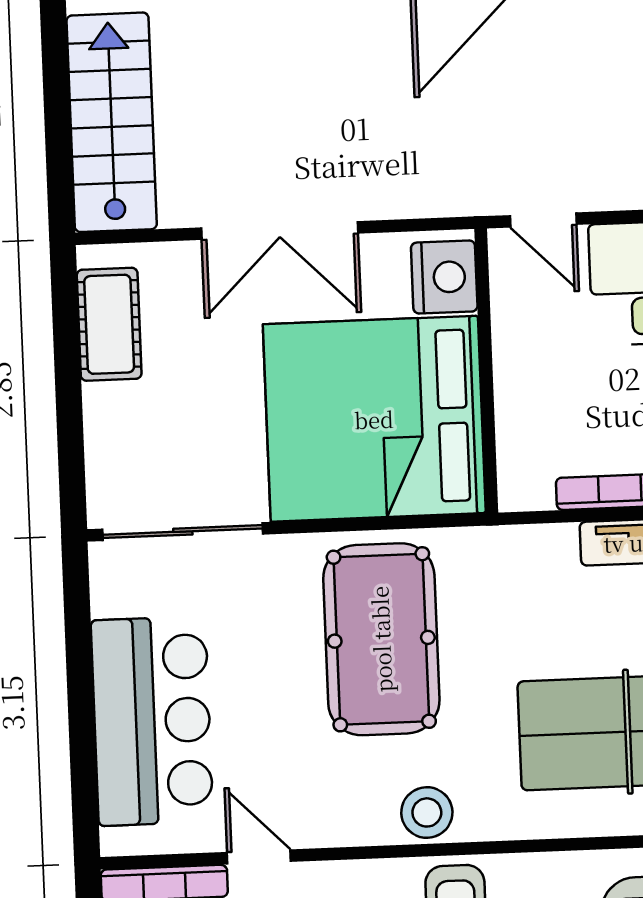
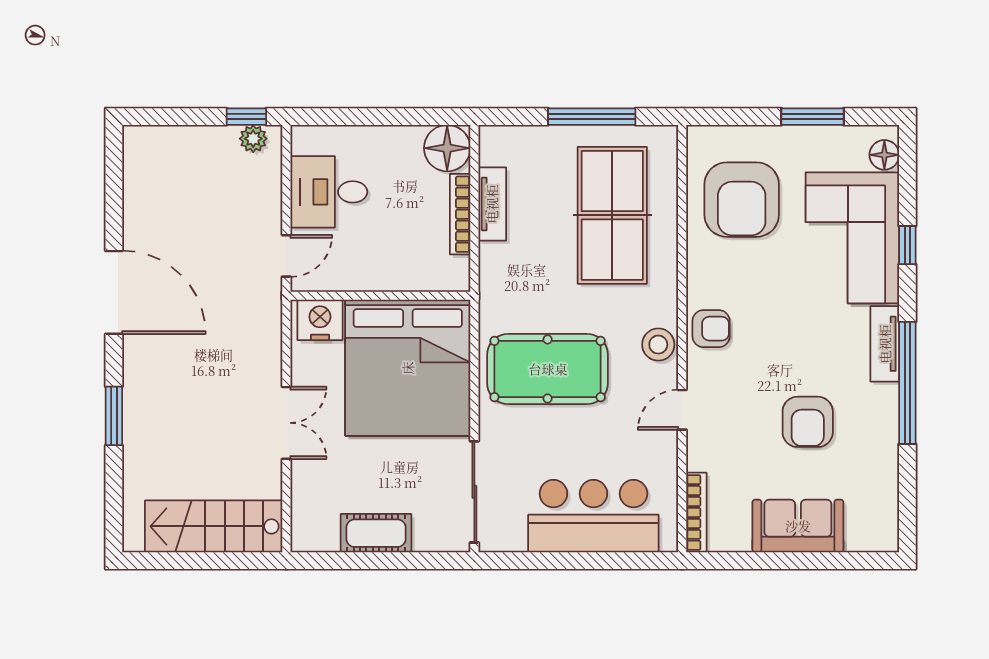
double door: (280, 231) -> (286, 423), width x0.73
cot: (109, 324) -> (376, 533), moved
door: (259, 857) -> (682, 410), moved

